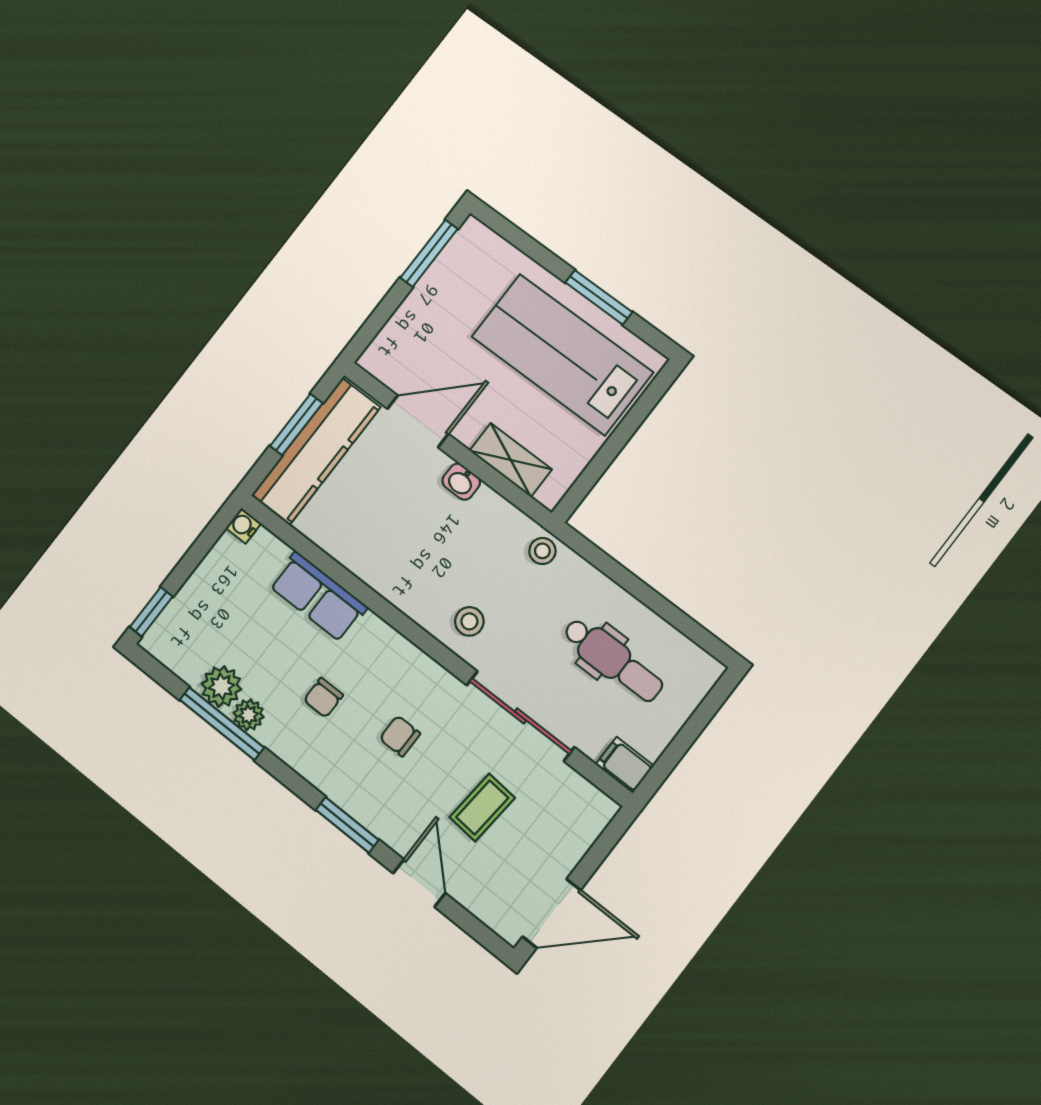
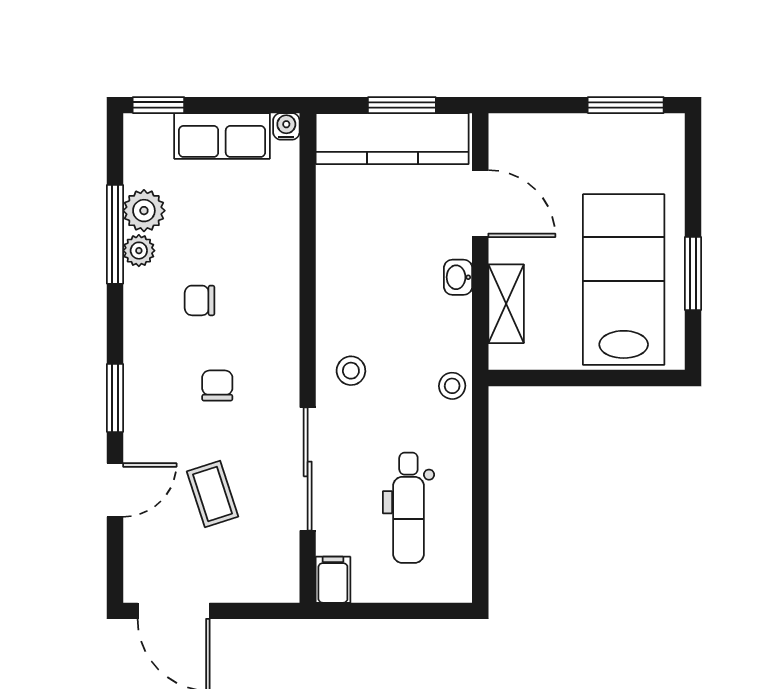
row of seats: (318, 596) -> (222, 136), moved, turned -90
coffee table: (482, 808) -> (213, 494), turned 67

